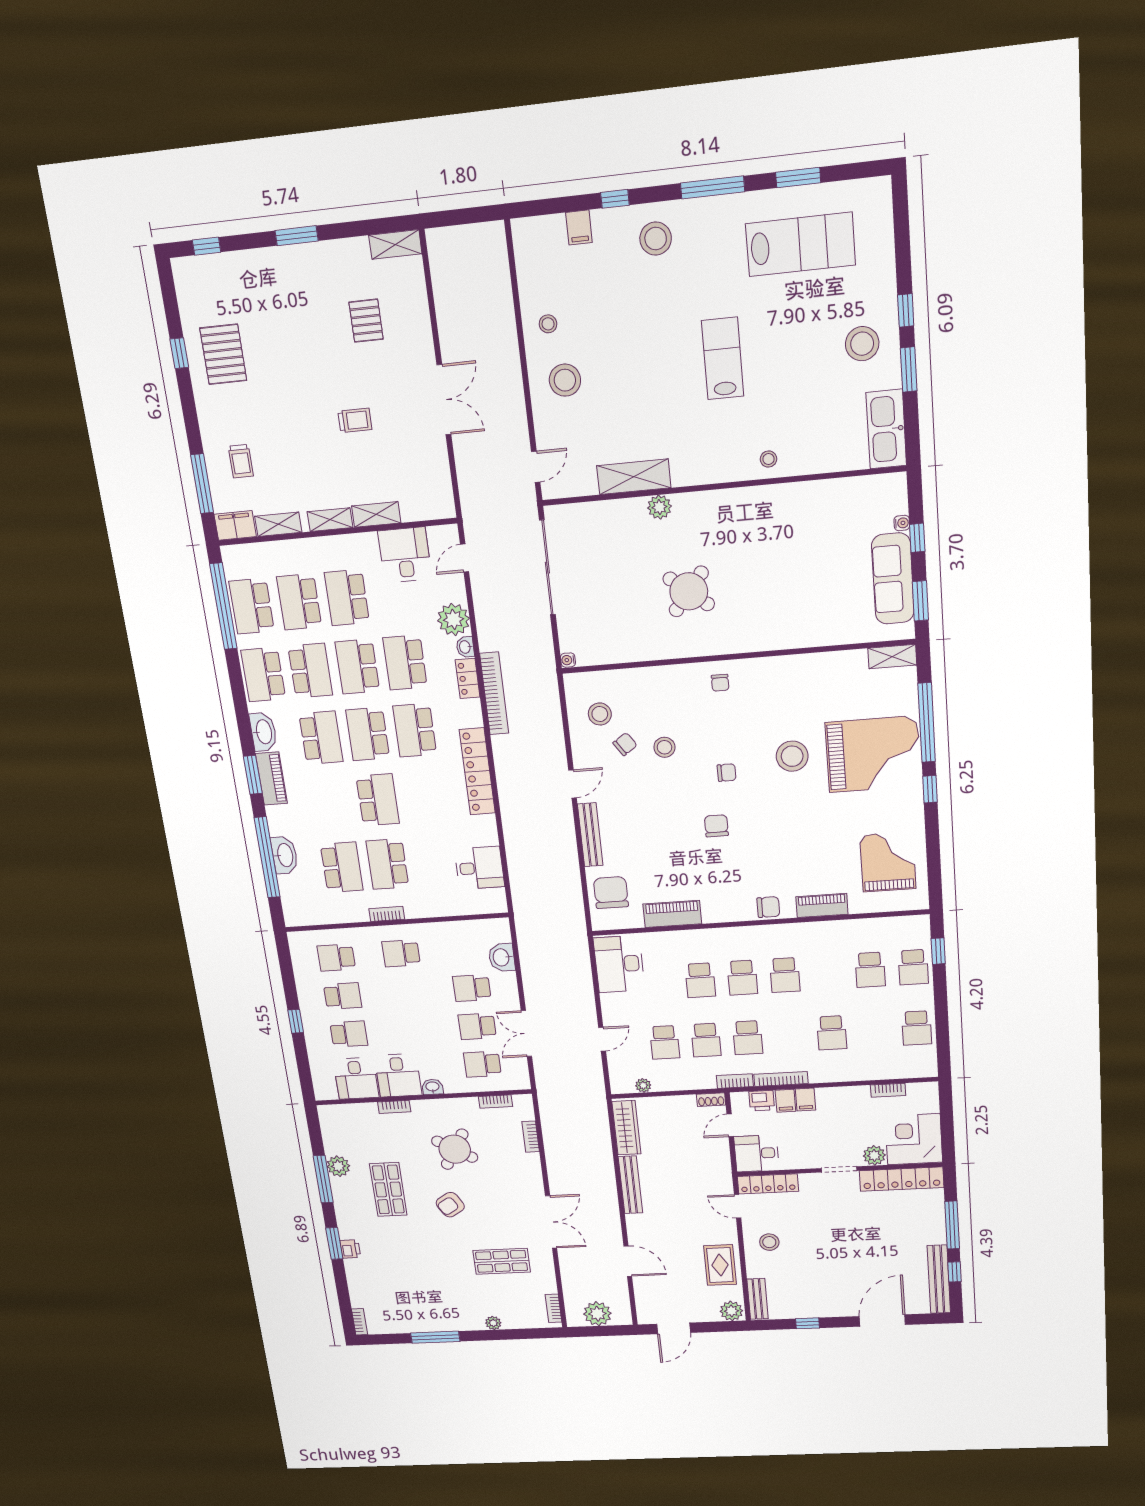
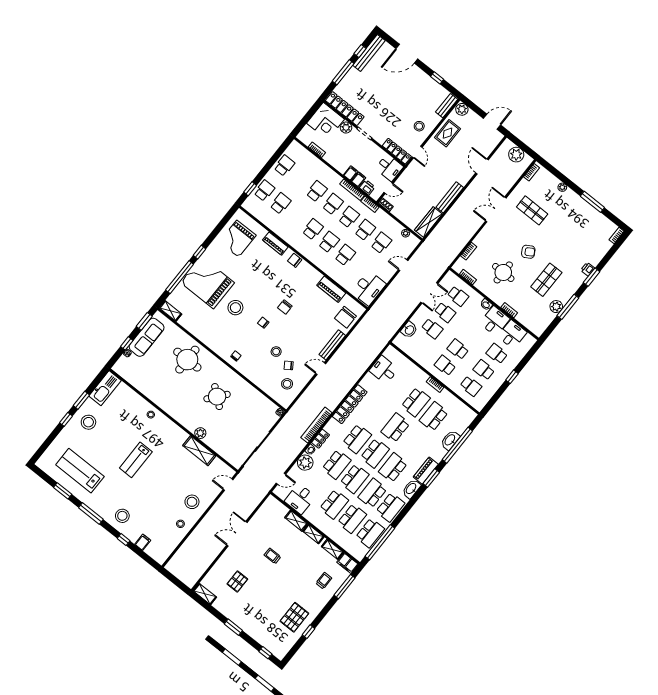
round table: (792, 605) -> (187, 360), added
school desk: (401, 953) -> (445, 365), turned 180
school desk: (407, 992) -> (458, 349), added
school desk: (790, 1035) -> (333, 204), added
round table: (455, 1149) -> (503, 272), turned -31

